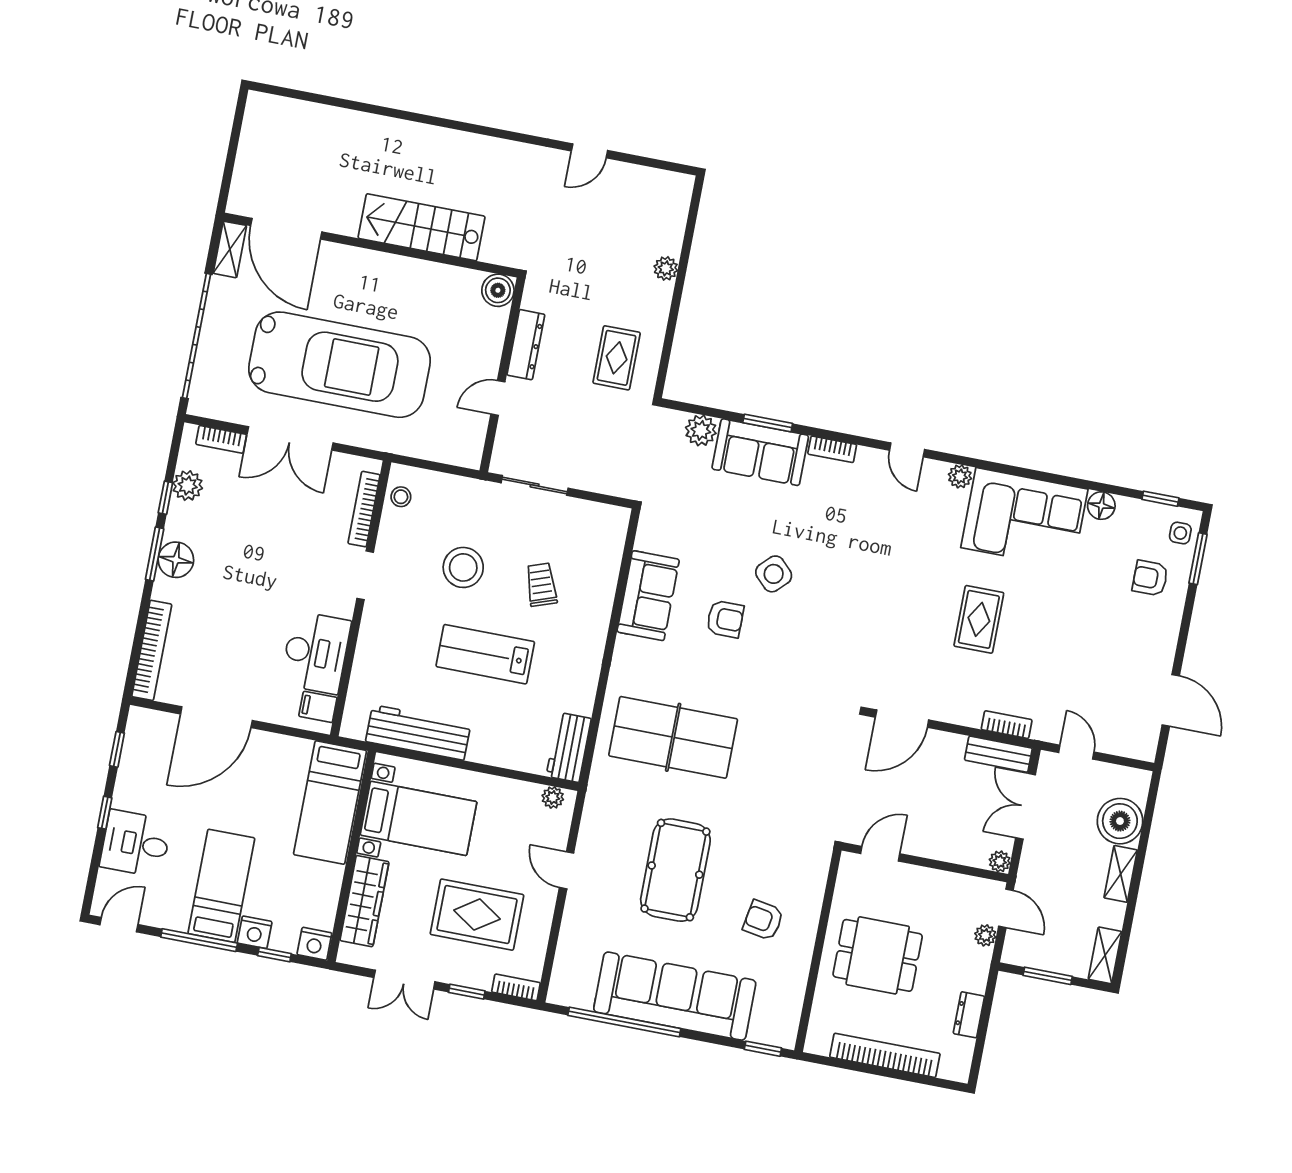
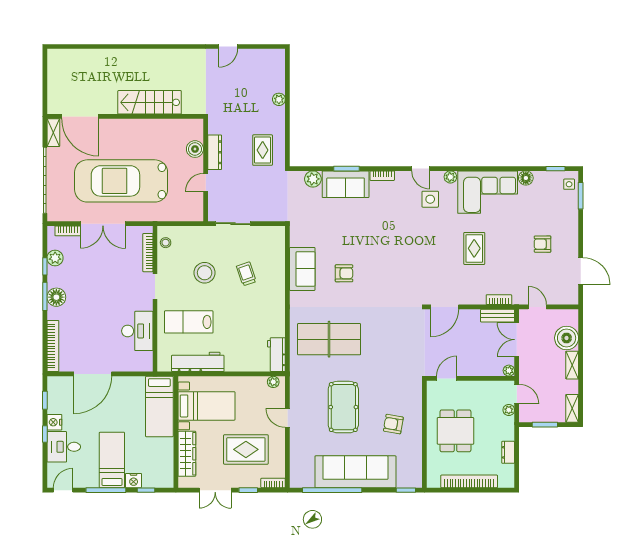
boiler: (498, 290) -> (195, 149), moved
car: (339, 365) -> (121, 181), turned 180
side table: (774, 574) -> (430, 199), moved, turned 45
armchair: (1150, 578) -> (543, 244), moved
lab bench: (485, 654) -> (189, 322), moved
filing cabinet: (318, 707) -> (144, 359), removed
nightstand: (314, 944) -> (54, 422), moved, turned 90
dining table: (878, 955) -> (455, 431), turned 90

